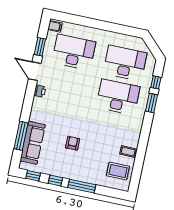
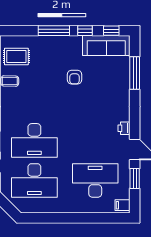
desk: (74, 52) -> (95, 180), turned 180
sofa: (33, 143) -> (106, 45), moved, turned -90

